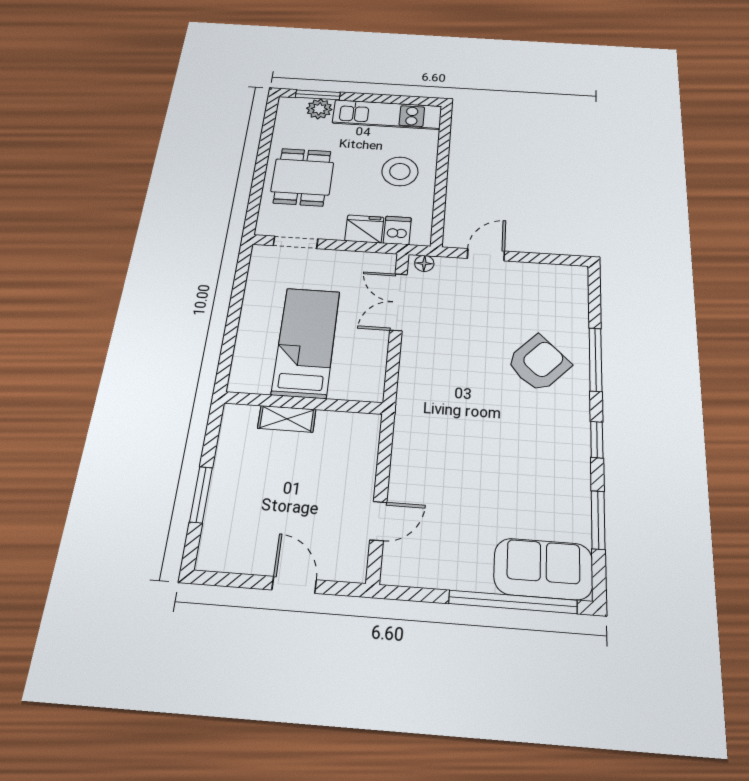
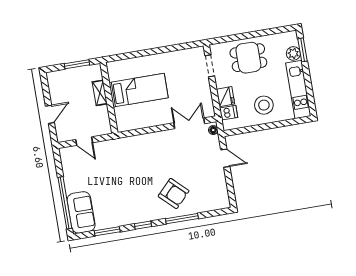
bed: (306, 342) -> (139, 90), moved
wall: (303, 403) -> (109, 98), moved
shelving: (287, 419) -> (100, 93), moved

